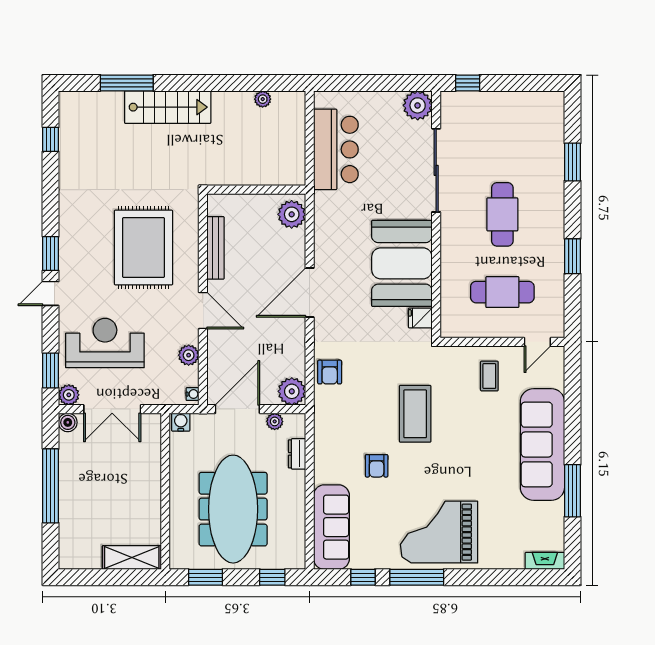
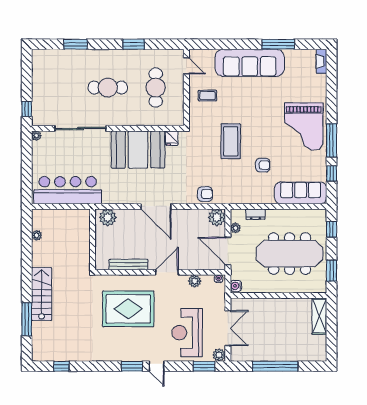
plant: (418, 105) -> (36, 136), width x0.53, depth x0.53
bar counter: (336, 149) -> (68, 190), width x1.36
coffee table: (415, 414) -> (231, 141), turned 90
boiler: (68, 422) -> (236, 356), removed

